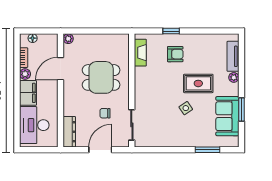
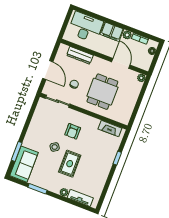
armchair: (175, 54) -> (73, 131), moved
sofa: (227, 116) -> (24, 164), moved, turned 90
dresser: (69, 132) -> (80, 55), moved

